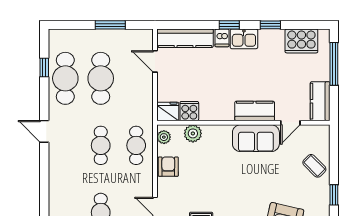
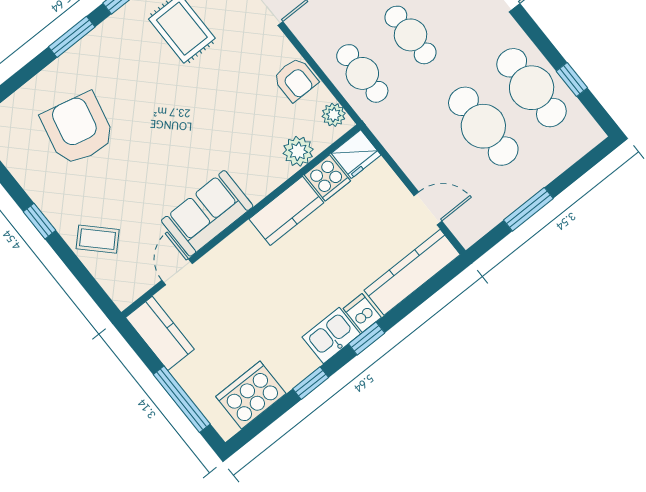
kitchen counter: (255, 111) -> (286, 211), moved

